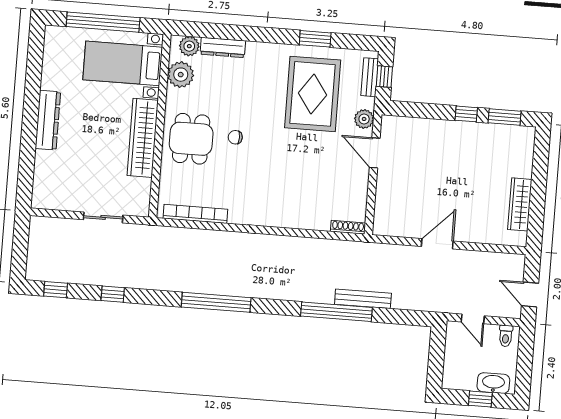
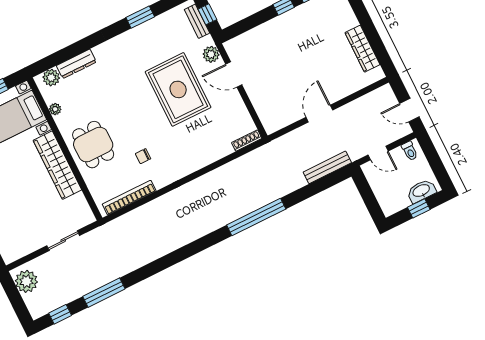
plant: (181, 75) -> (55, 109), width x0.53, depth x0.53
rug: (313, 94) -> (178, 89), moved
chair: (235, 137) -> (143, 156), moved
plant: (42, 236) -> (26, 281), added
window: (113, 294) -> (104, 293), width x2.17
bench: (363, 299) -> (327, 167), moved
window: (216, 302) -> (183, 253), removed
window: (336, 312) -> (256, 217), moved

